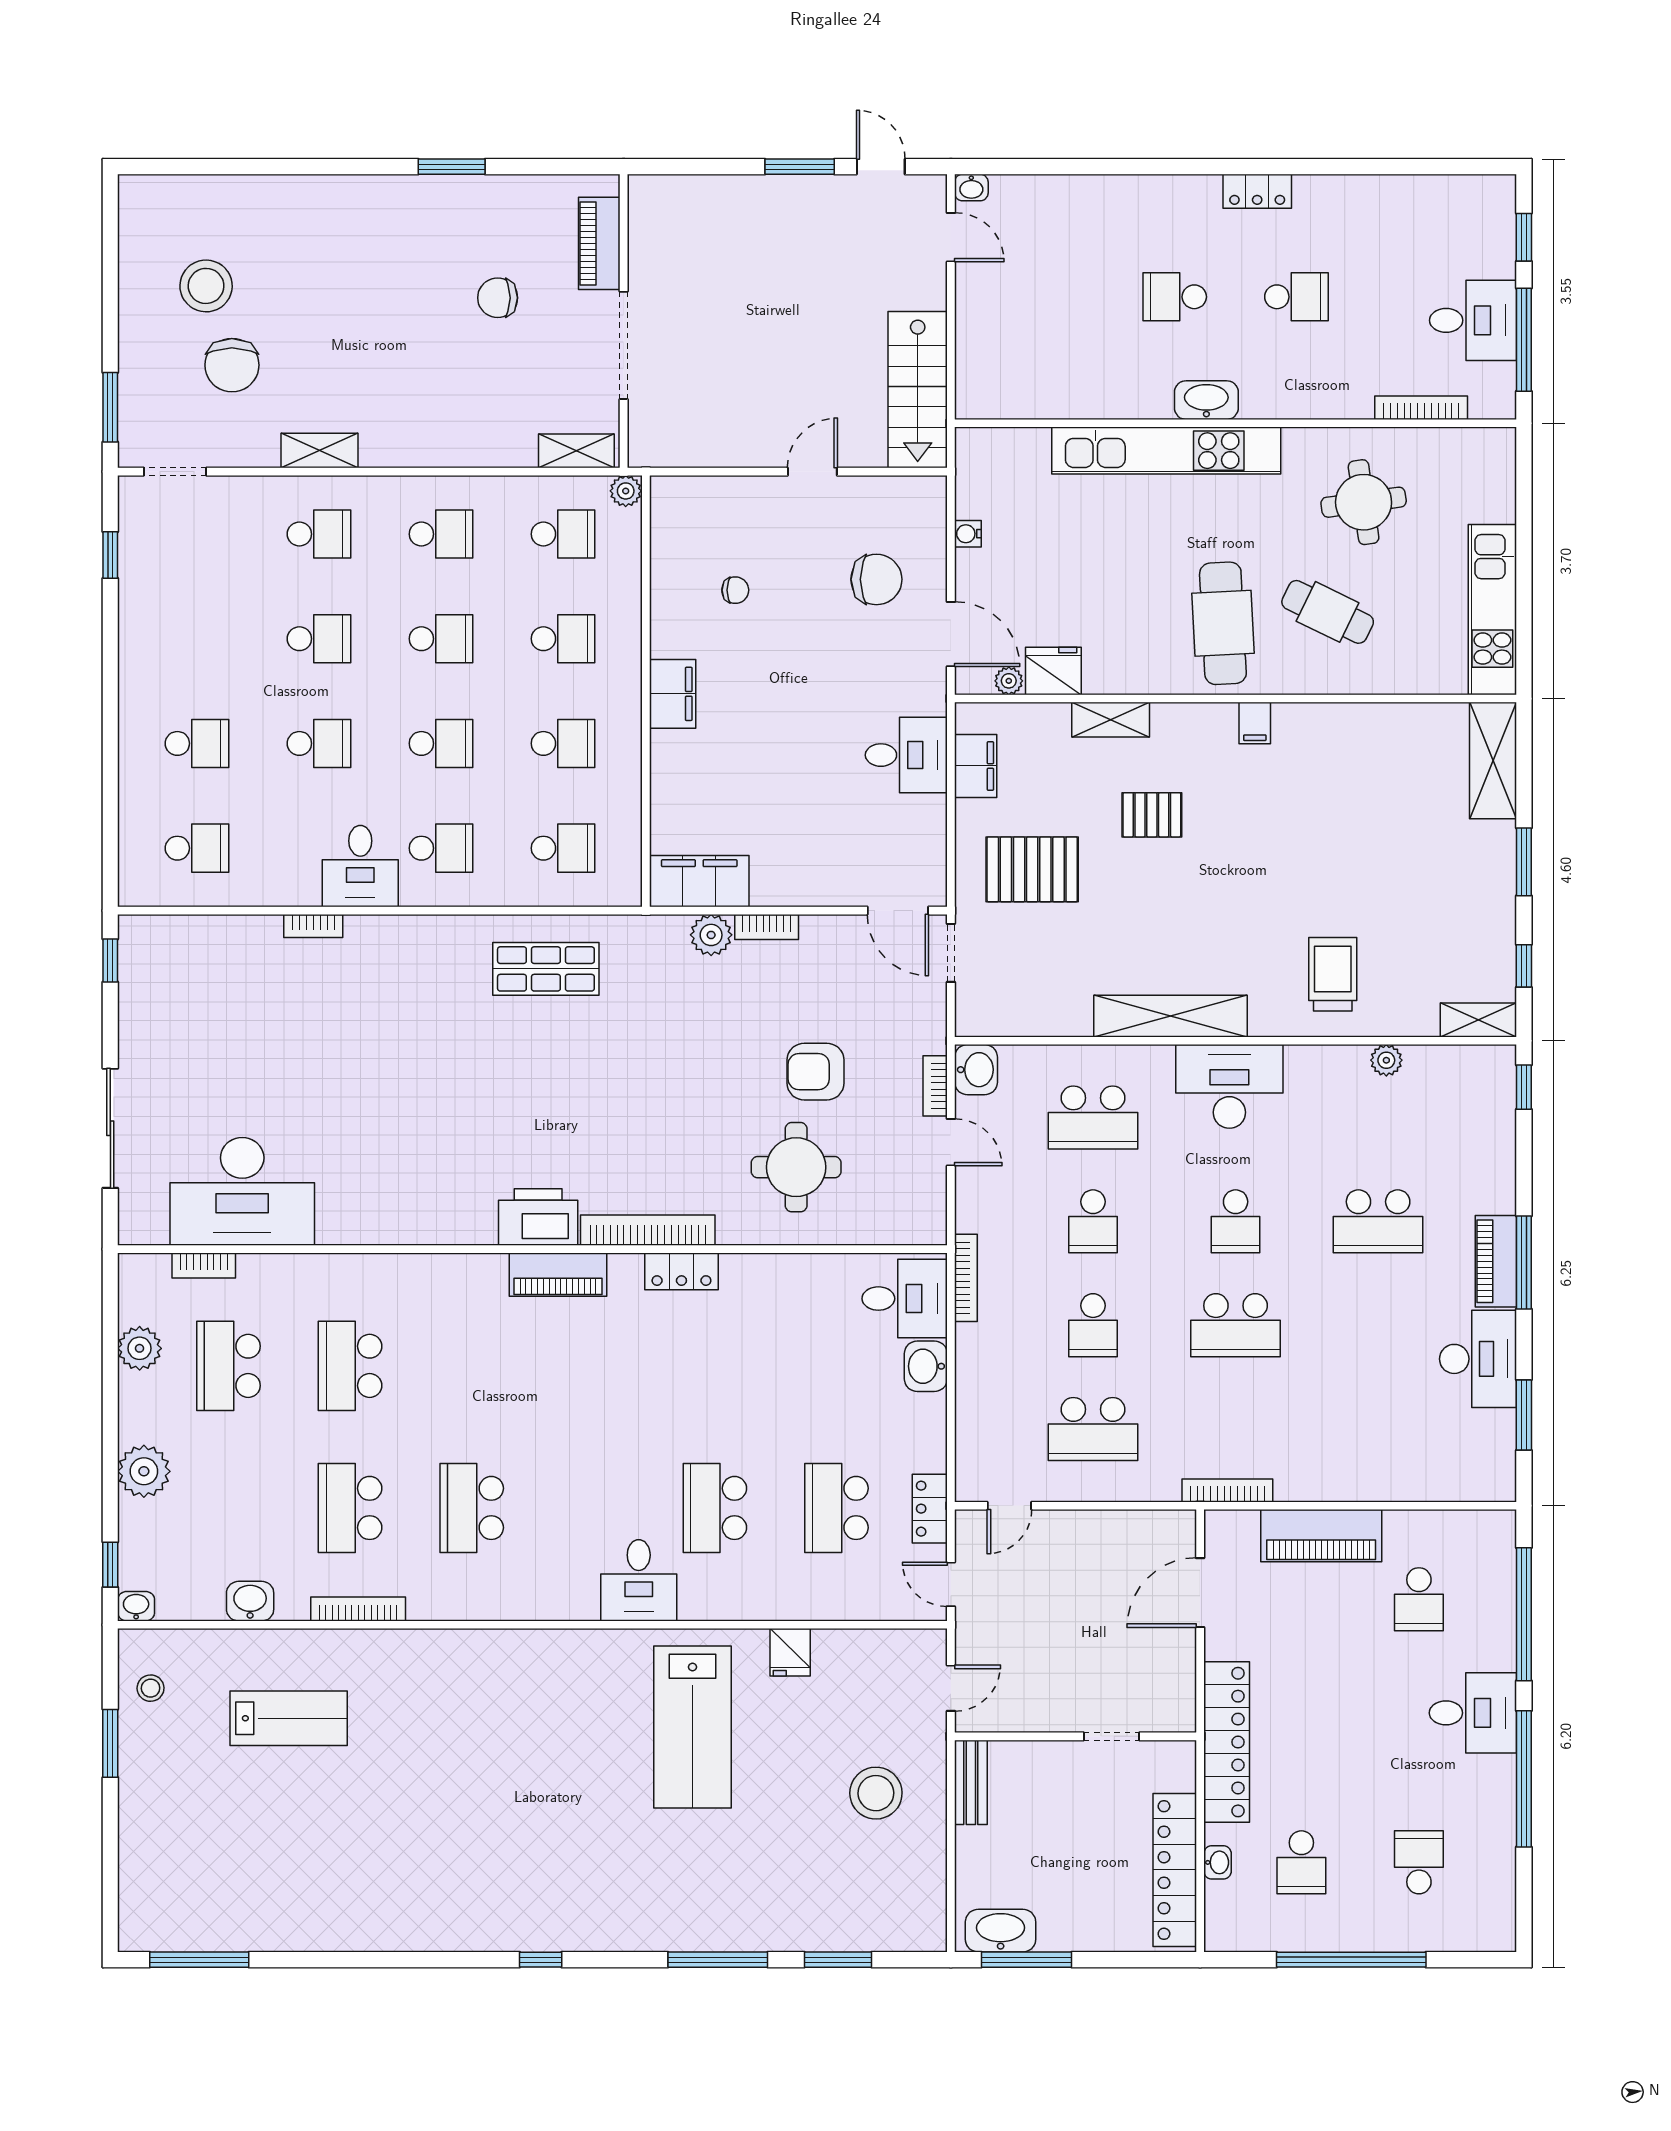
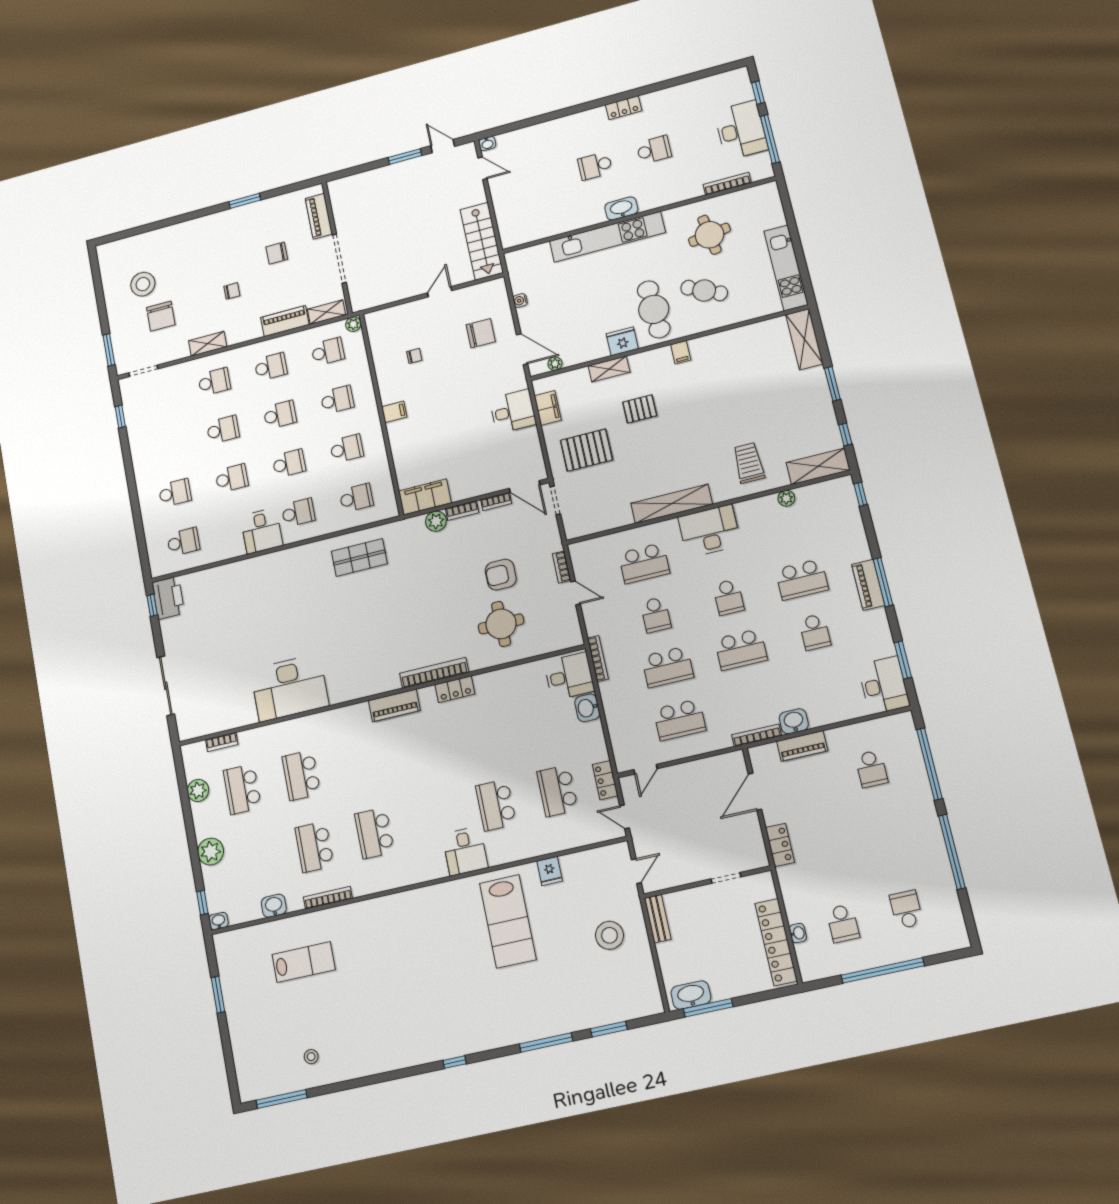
desk: (1473, 320) -> (741, 130), width x1.37
chair: (390, 352) -> (232, 291), added
piano: (487, 446) -> (285, 321), added
fridge: (1053, 671) -> (622, 341), moved
filing cabinet: (673, 694) -> (394, 412), width x0.50
bookcase: (313, 926) -> (496, 502), moved
shelving: (1478, 1020) -> (818, 466), width x1.50, depth x1.33
washbasin: (976, 1070) -> (794, 721), moved, turned -90
desk: (242, 1191) -> (290, 688), moved
printer: (538, 1217) -> (168, 598), moved, turned 90
school desk: (1093, 1325) -> (668, 667), width x1.85
school desk: (1378, 1325) -> (815, 632), added
desk: (1478, 1359) -> (884, 685), moved
piano: (1321, 1536) -> (802, 746), width x0.73, depth x0.75
stool: (151, 1688) -> (311, 1057), moved
desk: (1473, 1713) -> (915, 823), removed
locker: (1227, 1742) -> (780, 845), width x0.46, depth x0.83

